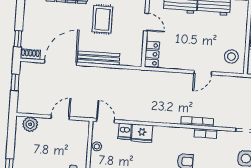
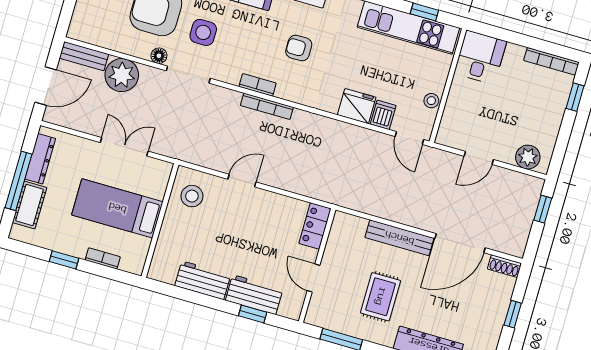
window: (18, 39) -> (513, 314), moved
window: (15, 82) -> (543, 209), moved

